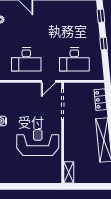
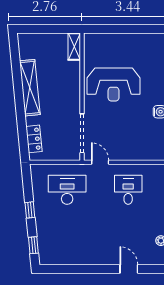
desk: (26, 60) -> (128, 190), width x0.73
door: (48, 81) -> (100, 162), hinge flipped

